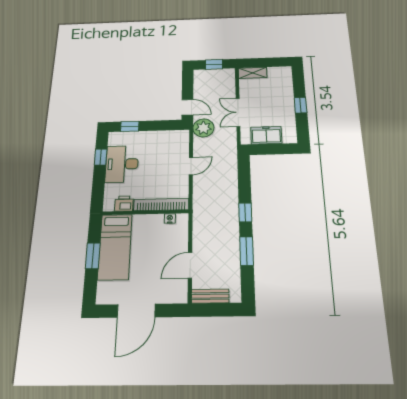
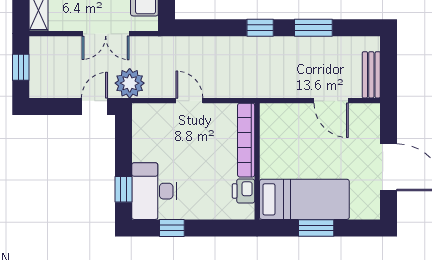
desk: (122, 164) -> (154, 191), moved, turned 90
nightstand: (170, 218) -> (266, 128), removed

